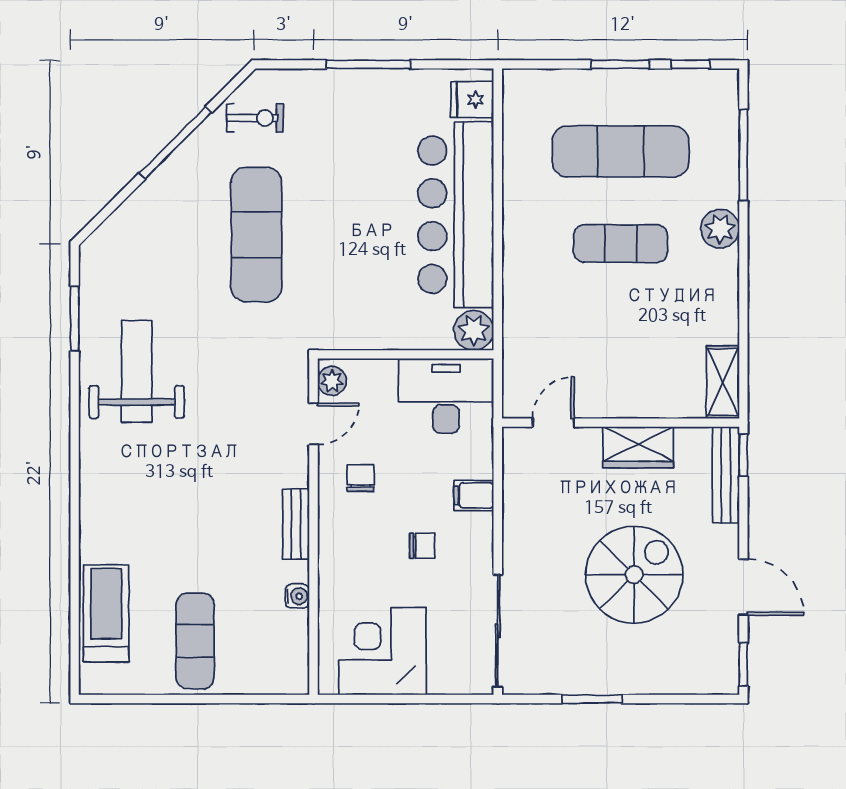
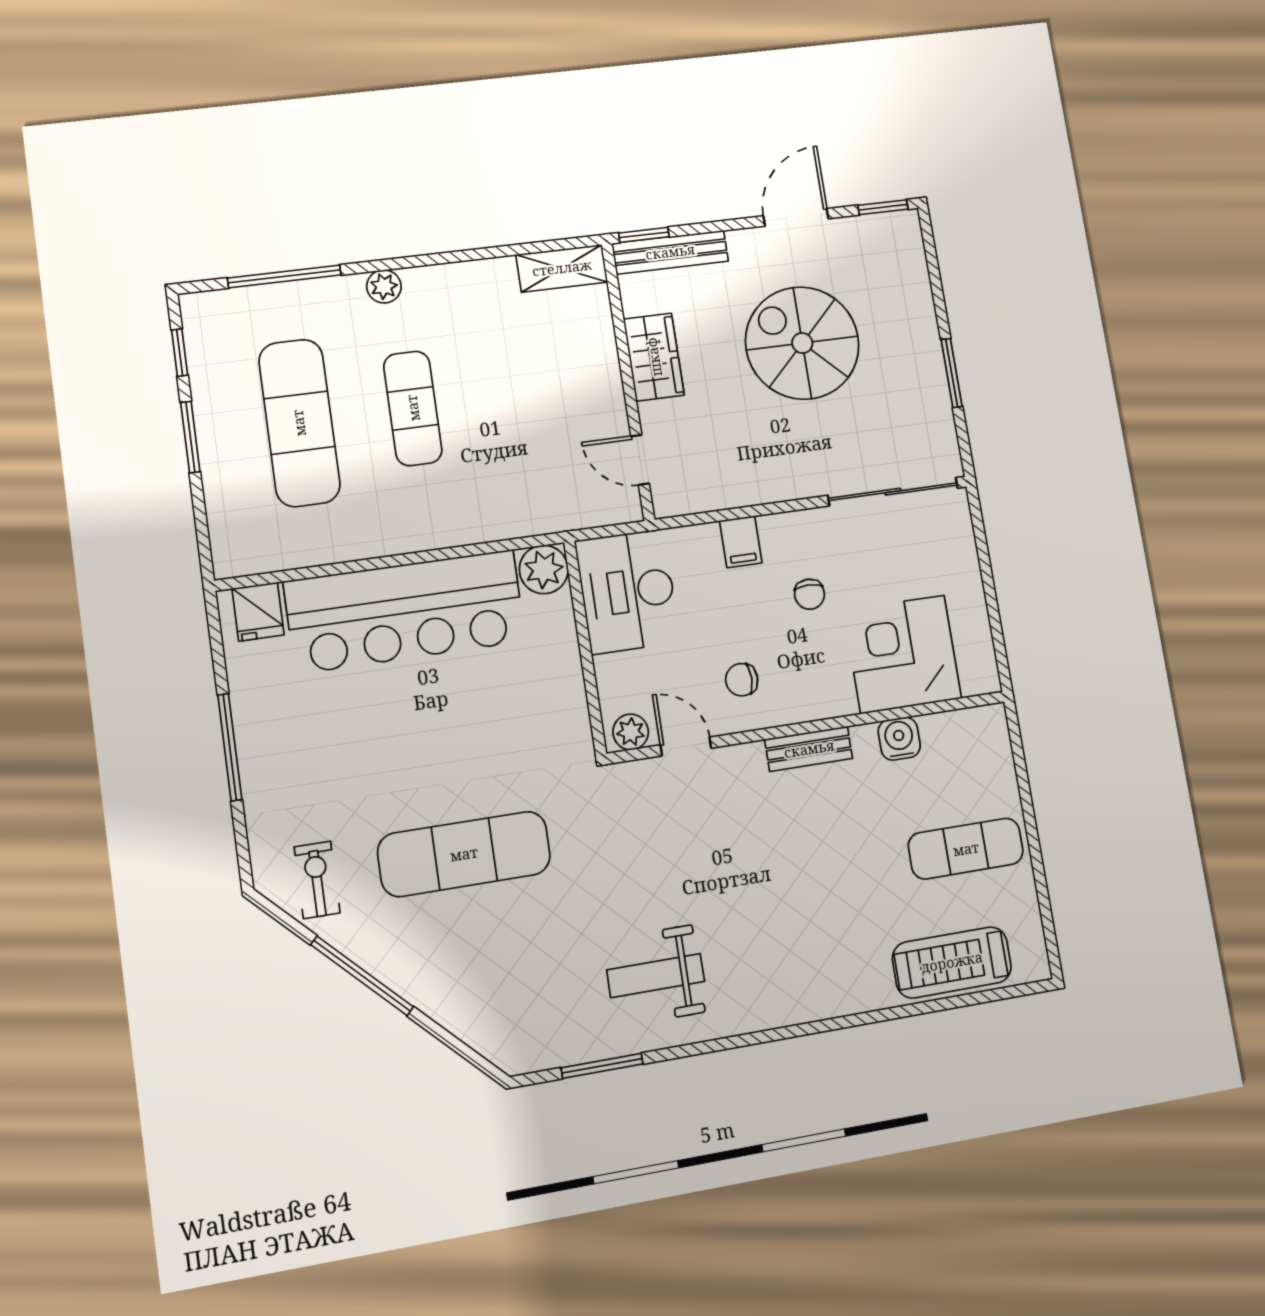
plant: (720, 229) -> (384, 286), width x0.73, depth x0.73
weight bench: (137, 371) -> (656, 976), width x0.73, depth x0.75
chair: (422, 546) -> (809, 594), turned 180
water cooler: (297, 596) -> (899, 739), width x1.38, depth x1.38
corner desk: (382, 651) -> (903, 654), moved, turned 90

